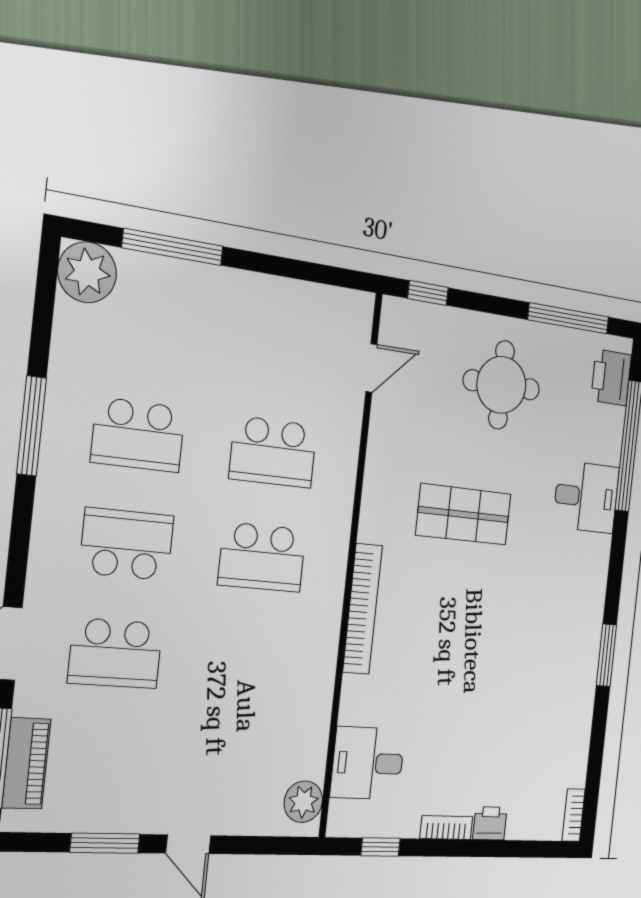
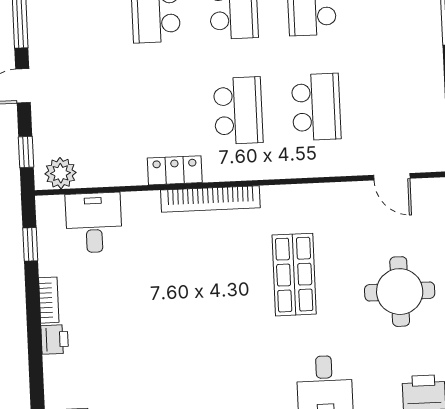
school desk: (273, 452) -> (316, 107), turned 180
school desk: (262, 557) -> (238, 111), turned 180
locker: (322, 651) -> (175, 170), added
window: (271, 845) -> (26, 152), added

